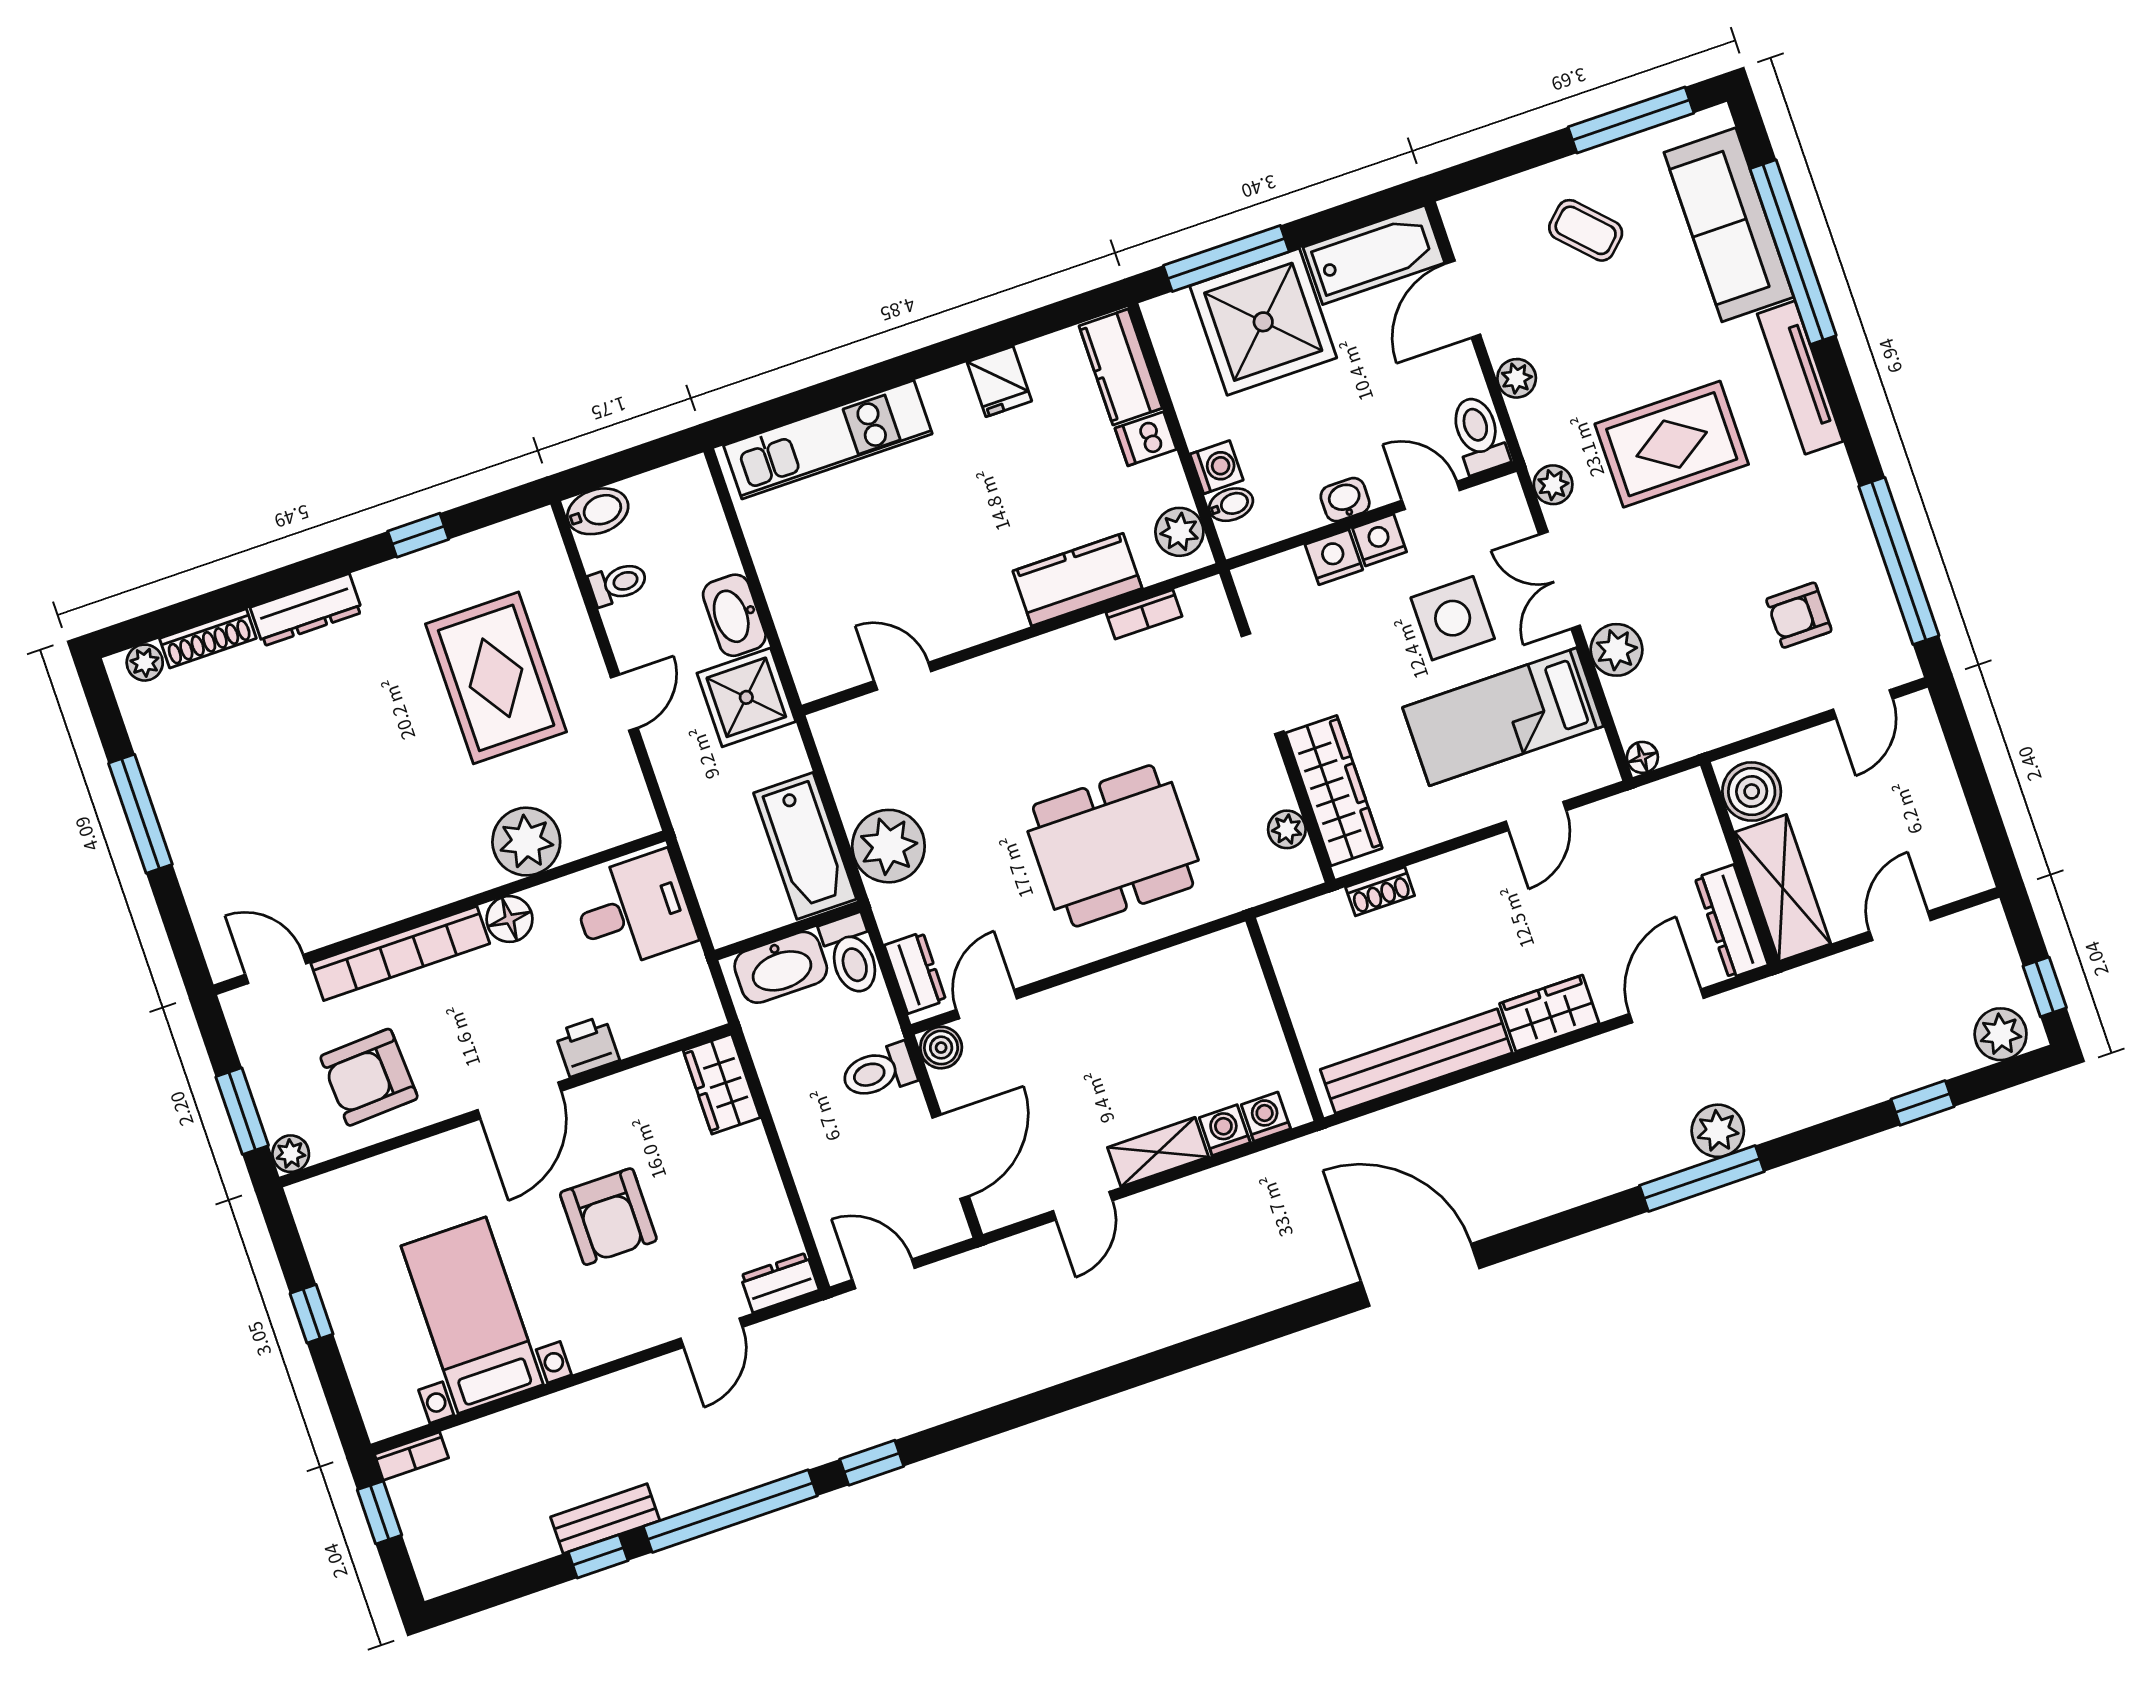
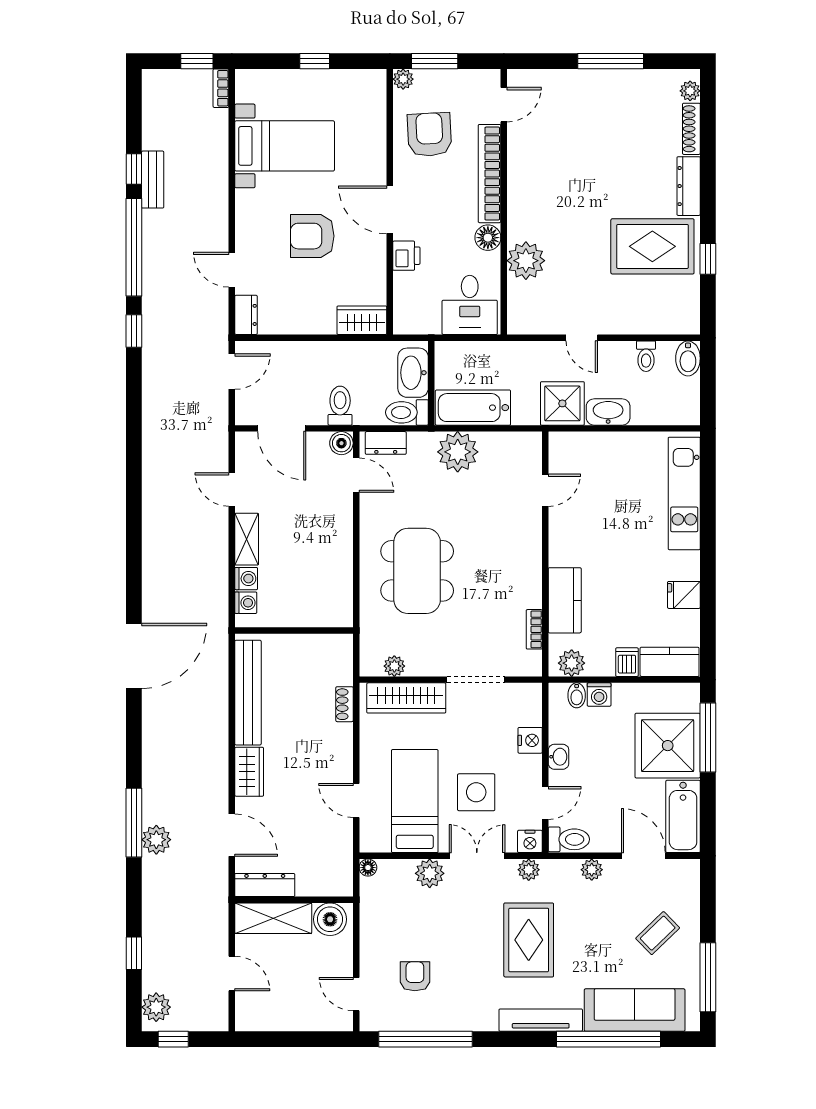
nightstand: (1380, 540) -> (530, 841), moved, turned 90
rug: (496, 678) -> (652, 246), moved

